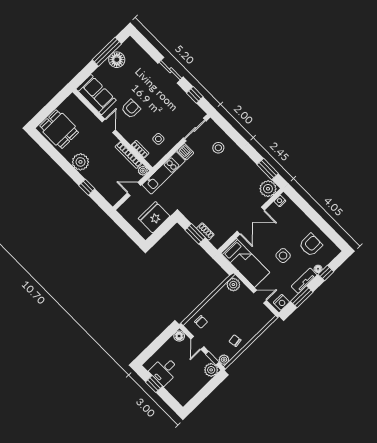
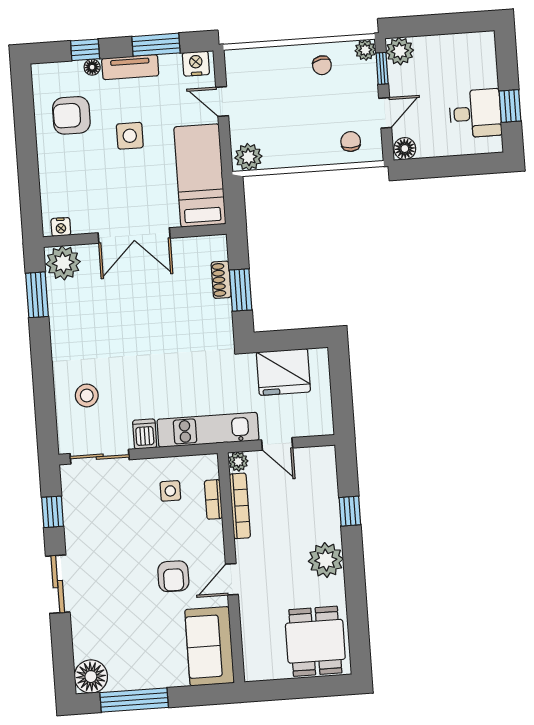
floor lamp: (117, 60) -> (91, 677), moved
armchair: (131, 109) -> (173, 576), turned -90
double door: (251, 221) -> (134, 235), swing flipped

